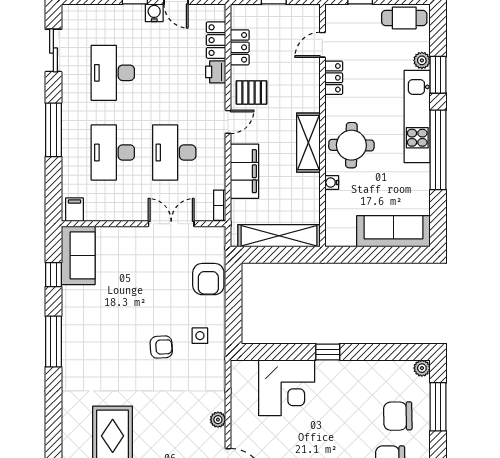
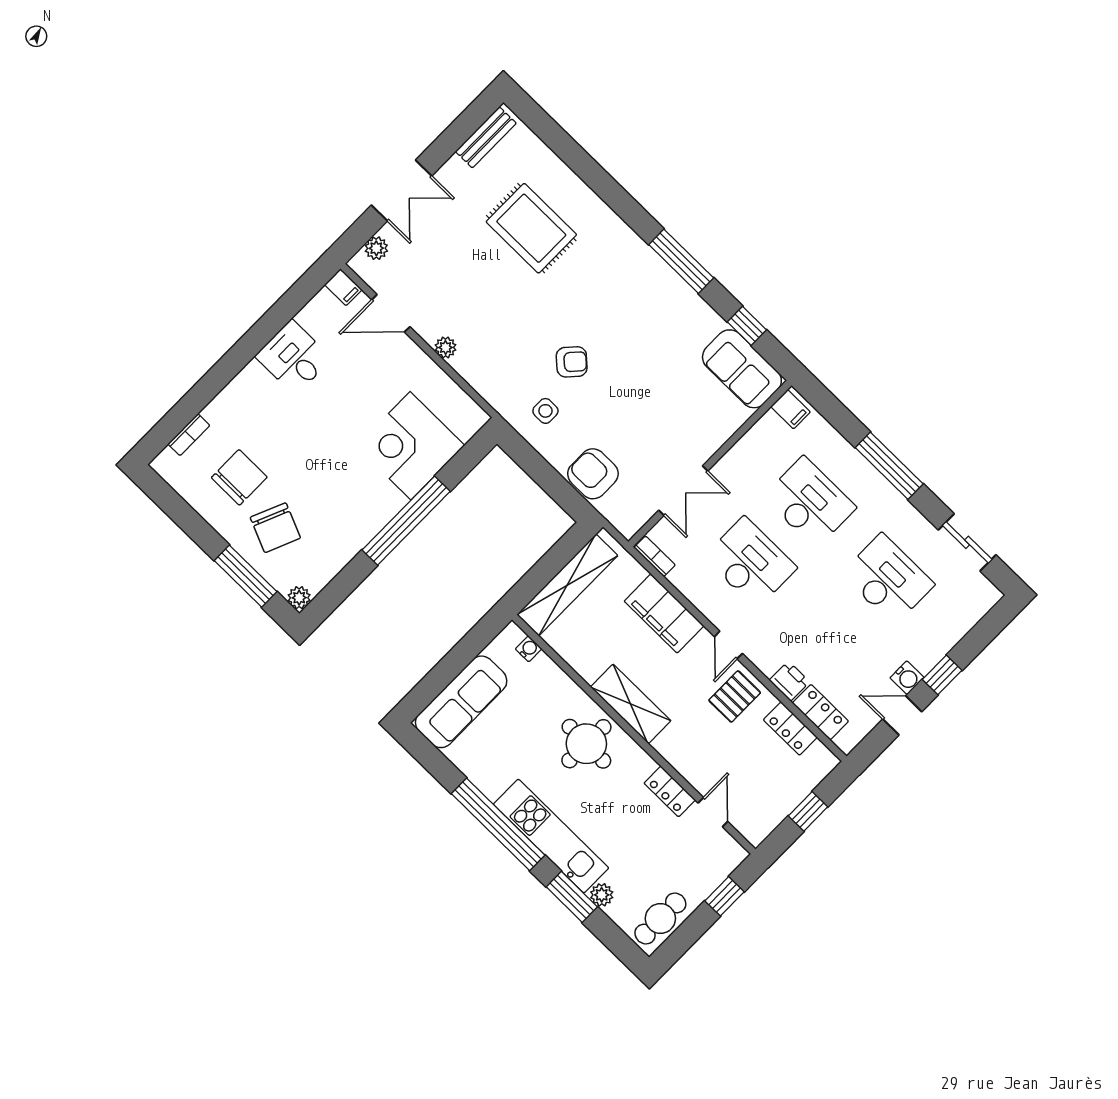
water cooler: (332, 183) -> (529, 649), moved
armchair: (161, 347) -> (572, 362), turned -135
window: (328, 352) -> (406, 521), width x3.17
chair: (398, 416) -> (275, 528), turned 114

